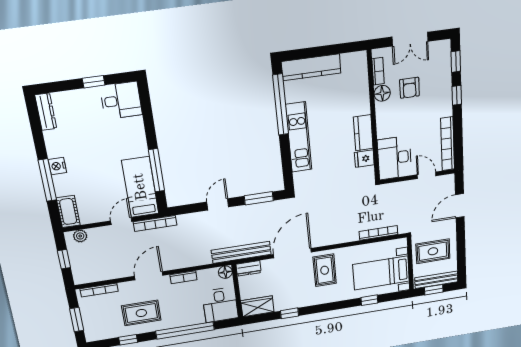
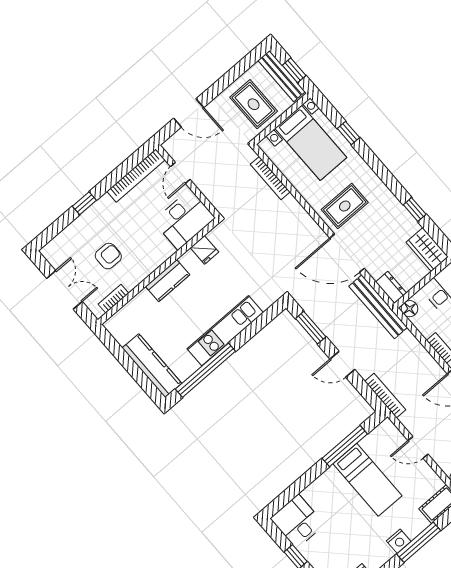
window: (456, 61) -> (55, 229), removed
floor lamp: (382, 93) -> (131, 279), removed
kitchen counter: (363, 133) -> (168, 281), moved
bed: (140, 187) -> (367, 480), moved, turned -90
bookcase: (155, 223) -> (385, 396), moved

